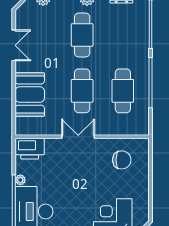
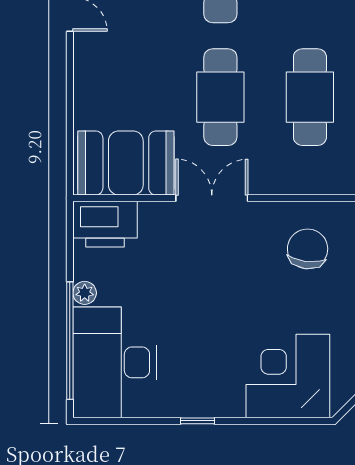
booth: (30, 95) -> (126, 163), moved, turned 90
chair: (122, 160) -> (308, 249), turned -83

